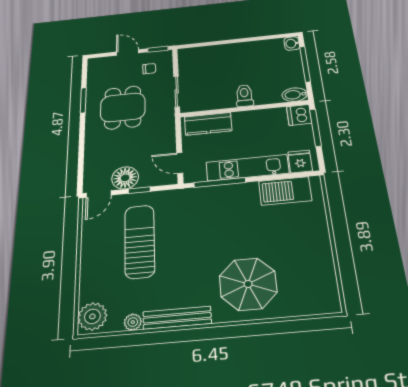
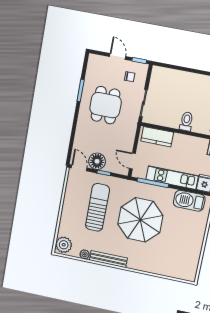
door: (99, 194) -> (79, 168), swing flipped
parasol: (248, 284) -> (140, 220), moved, width x1.36, depth x1.36

